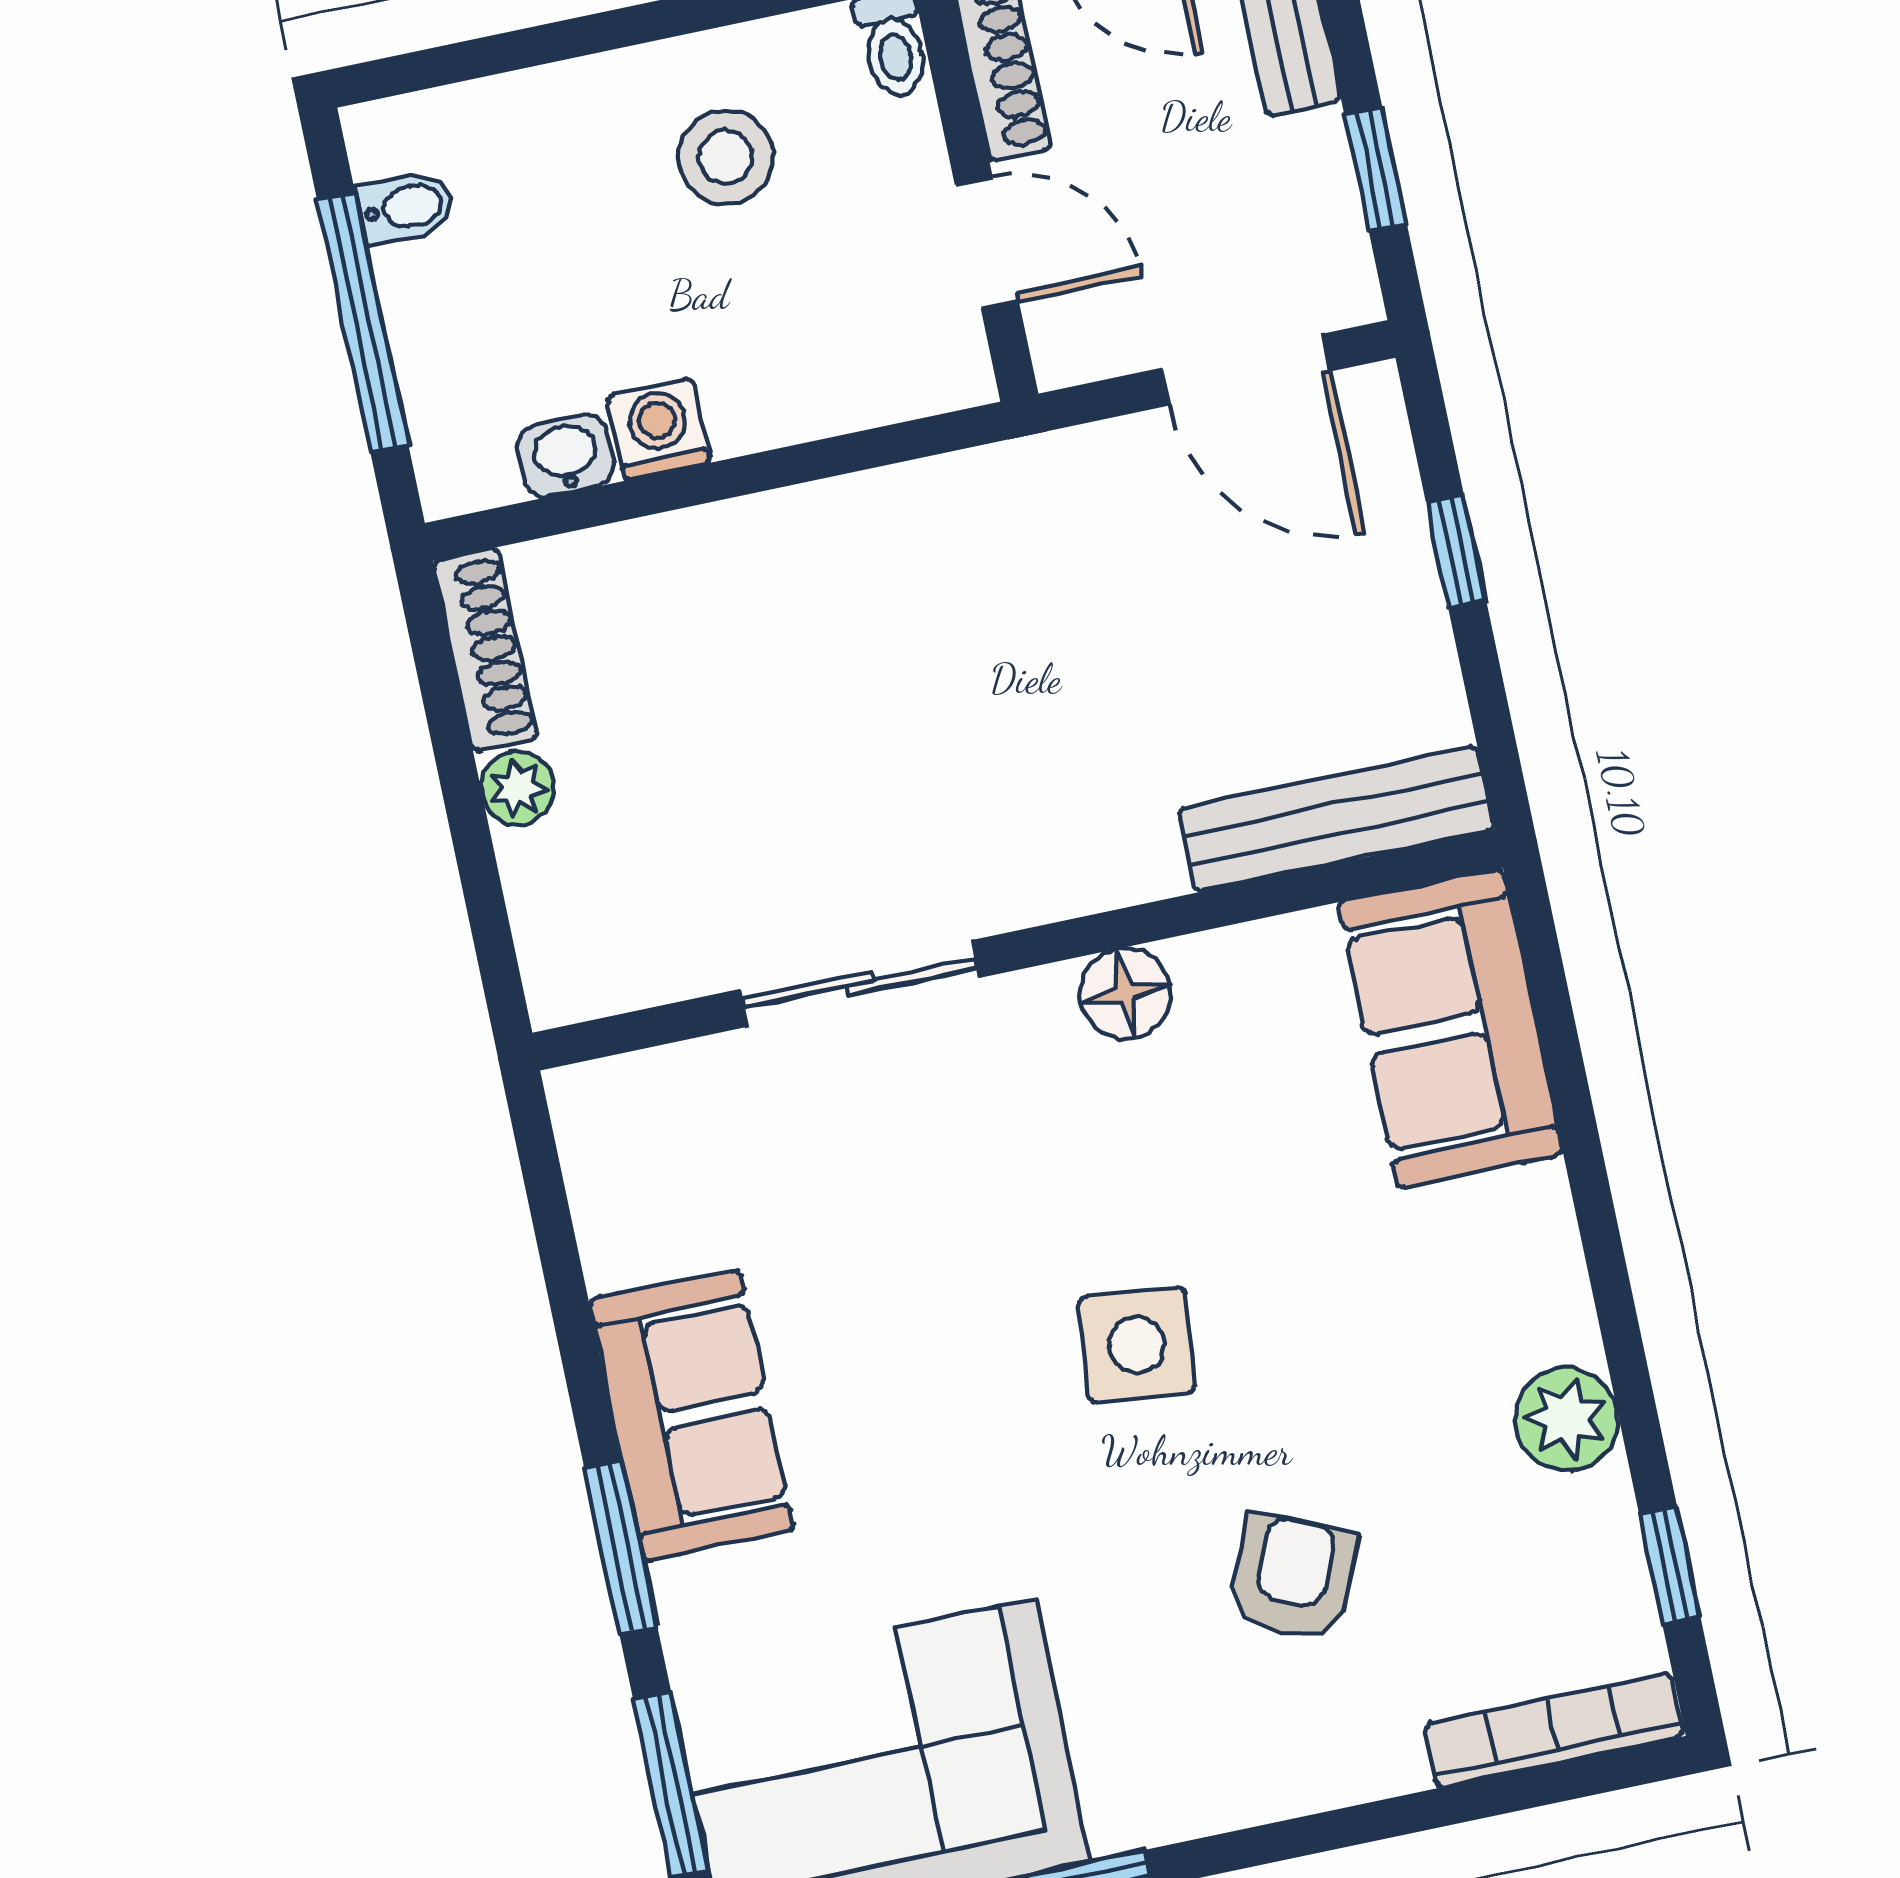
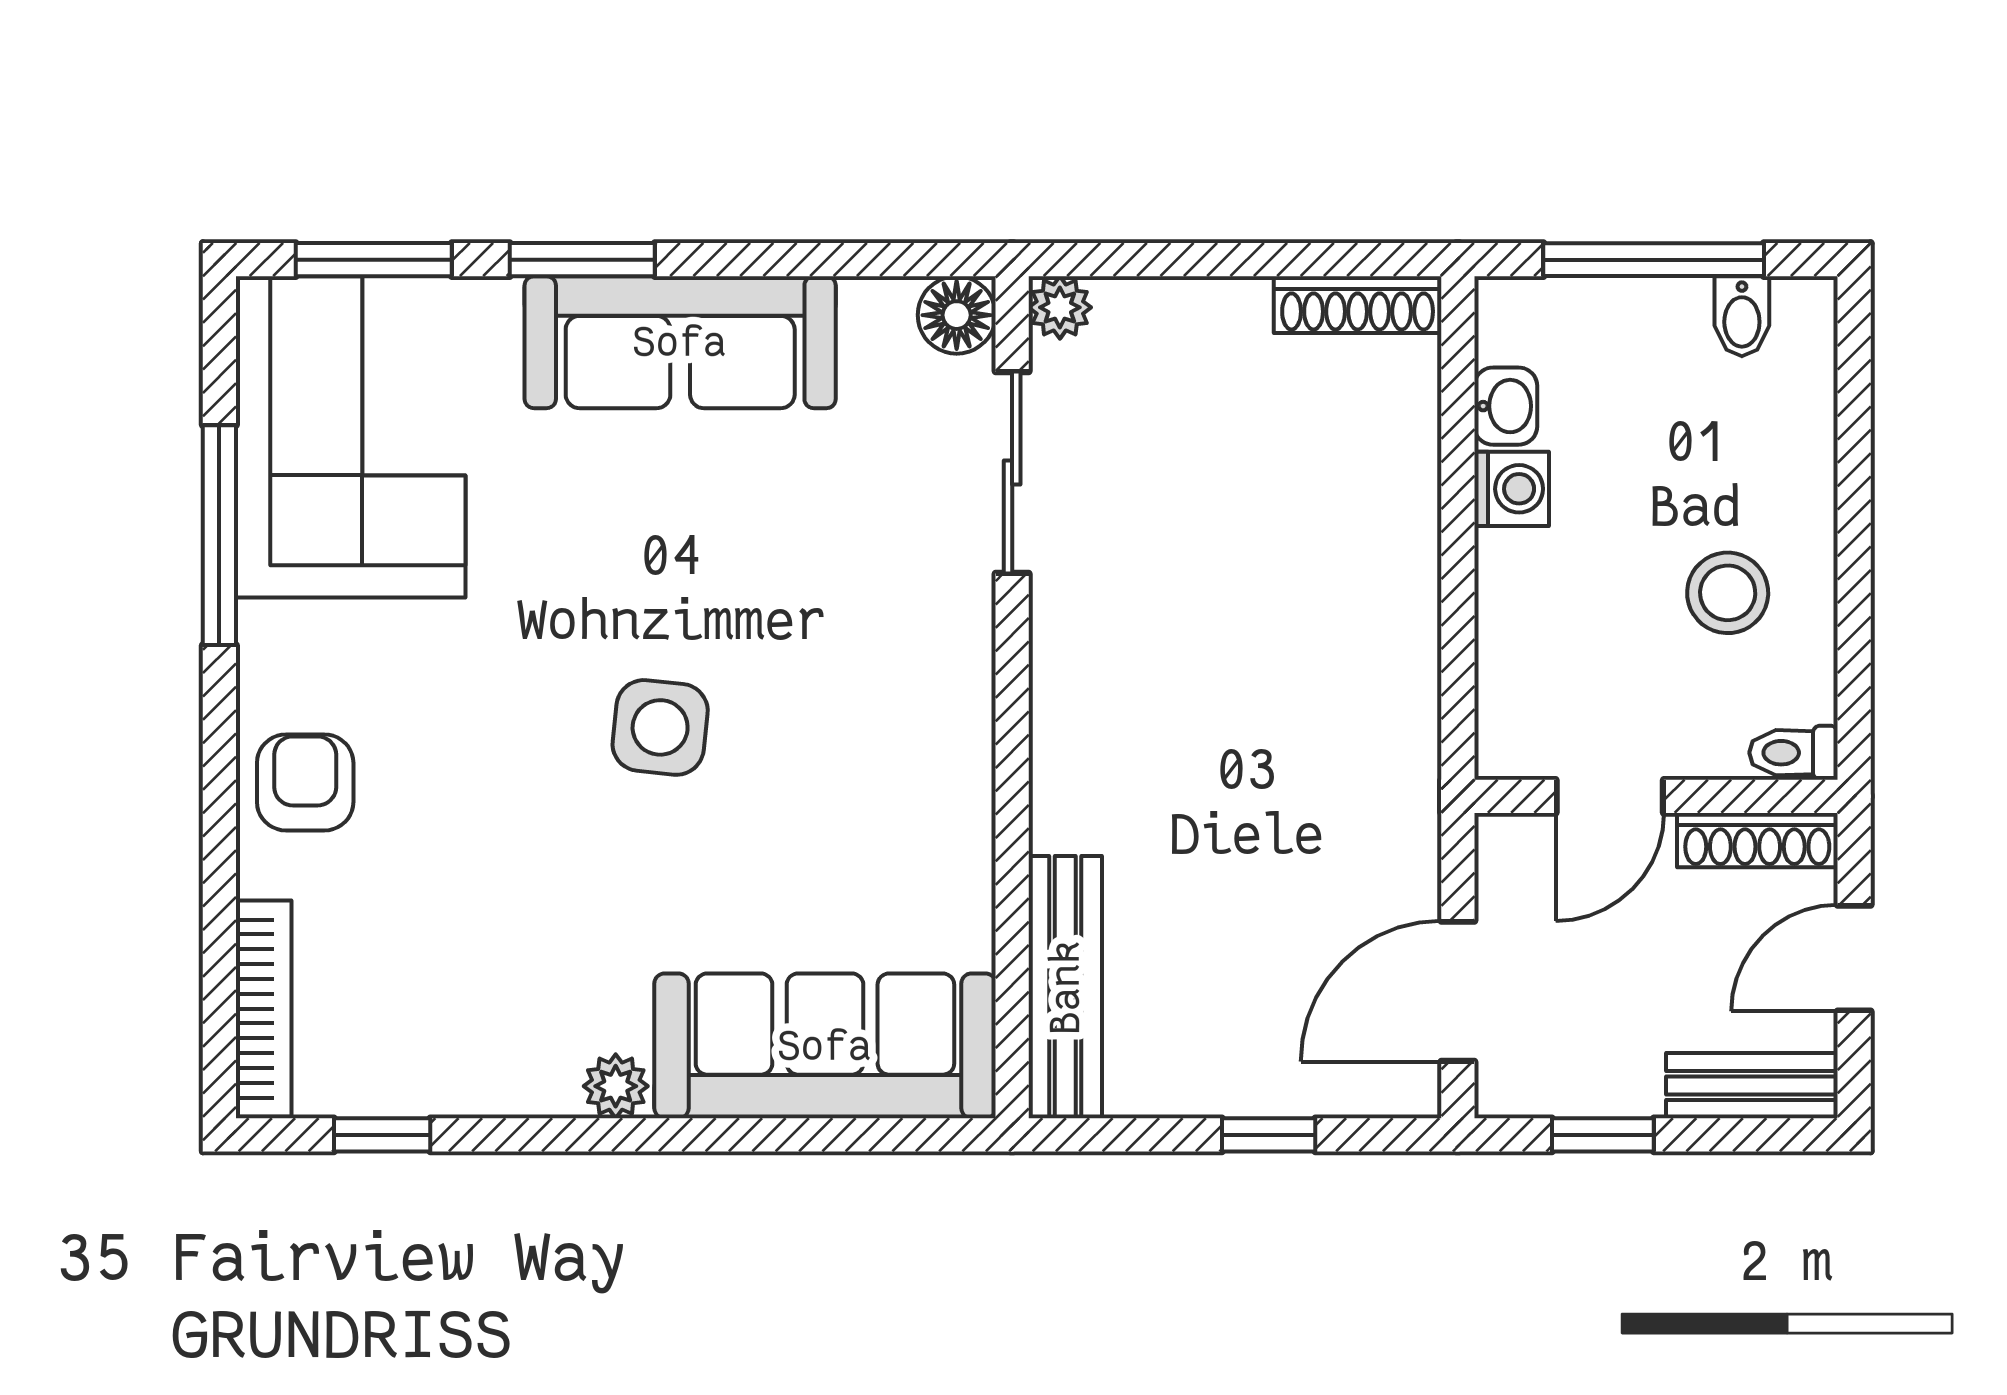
plant: (518, 788) -> (1060, 307), moved
sliding door: (860, 983) -> (1012, 472), moved
floor lamp: (1126, 993) -> (957, 315), moved
sofa: (1450, 1028) -> (825, 1046), width x1.36
sofa: (692, 1415) -> (680, 342), width x1.36
plant: (1566, 1419) -> (616, 1086), moved, width x0.73, depth x0.73
armchair: (1293, 1577) -> (305, 782), moved, turned -114

